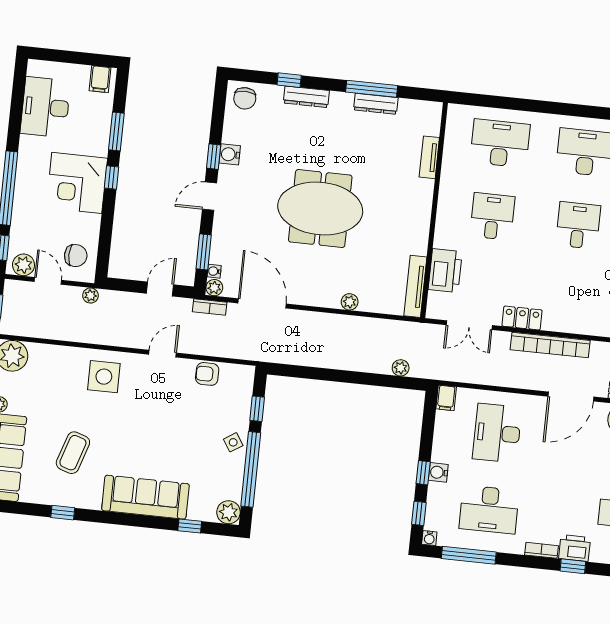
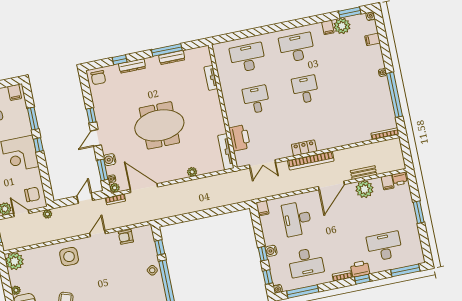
water cooler: (230, 154) -> (110, 160), moved
locker: (522, 318) -> (304, 148), moved
plant: (401, 368) -> (232, 200), removed

